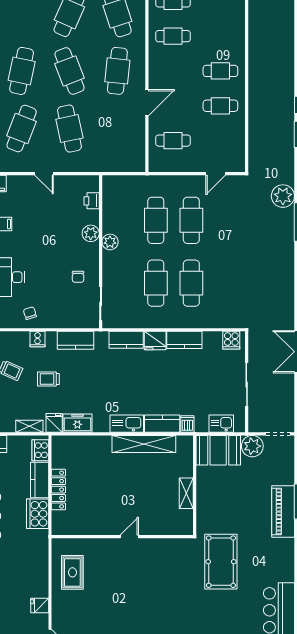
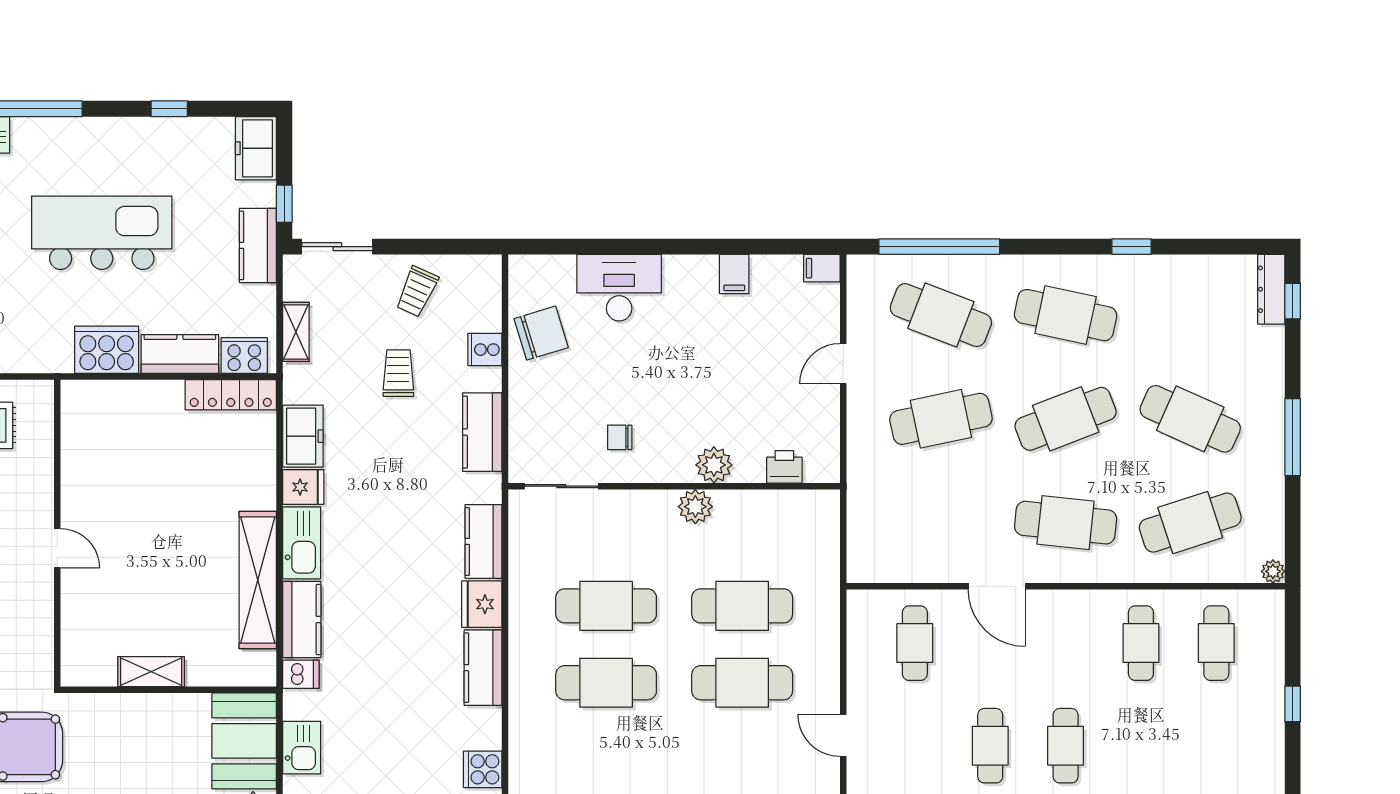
chair: (30, 313) -> (541, 333), width x1.87, depth x1.87
fridge: (54, 423) -> (303, 487), moved
locker: (58, 490) -> (231, 395), moved

